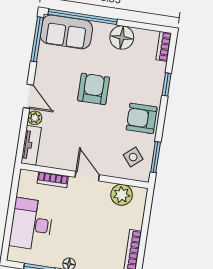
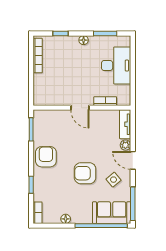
floor lamp: (122, 38) -> (66, 219), width x0.53, depth x0.53
armchair: (94, 89) -> (85, 173), turned 90
armchair: (142, 118) -> (46, 157), turned -90
side table: (133, 157) -> (114, 180), moved
plant: (122, 195) -> (52, 98), removed

